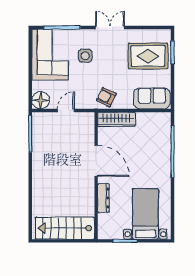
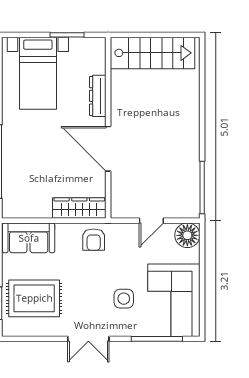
armchair: (106, 97) -> (94, 240), turned 64

